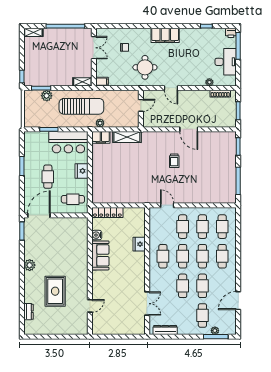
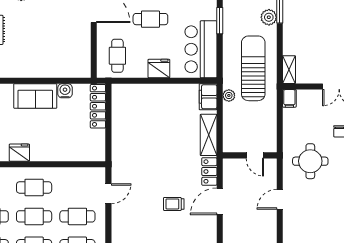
sun lounger: (81, 106) -> (253, 68), turned 180
door: (189, 129) -> (220, 201), moved
locker: (152, 136) -> (209, 171), added
fridge: (139, 244) -> (19, 153), moved

